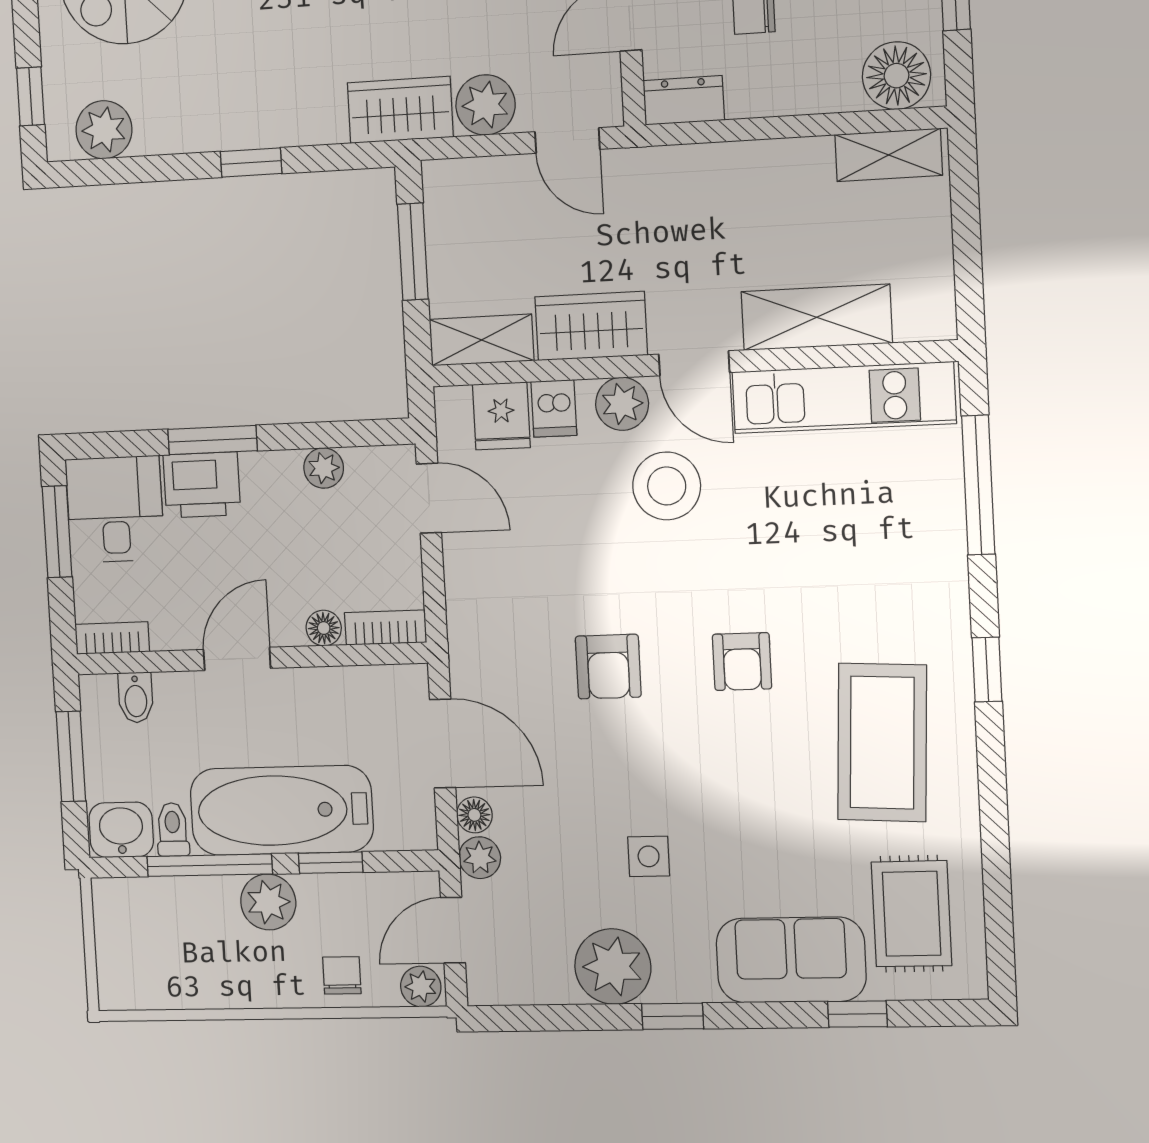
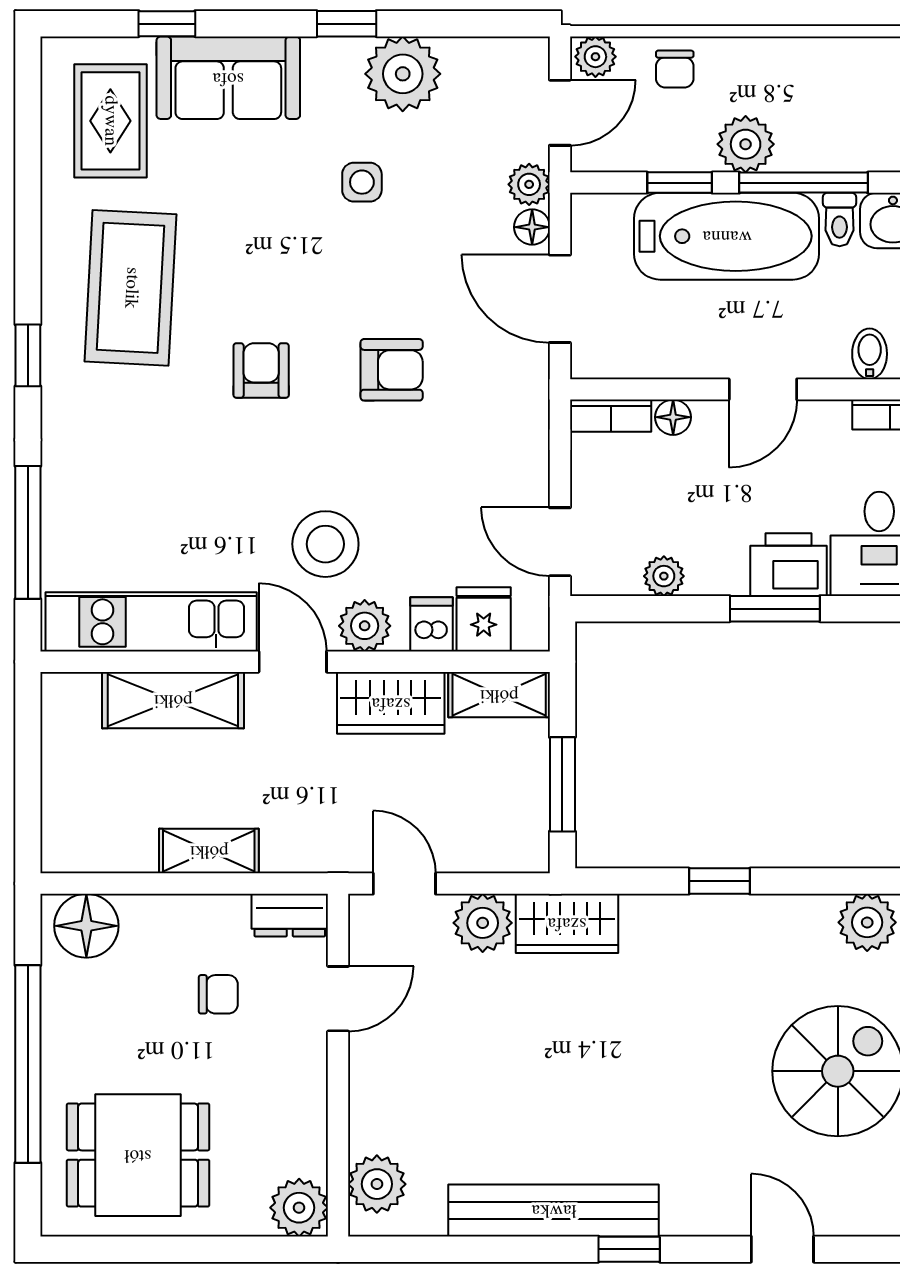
shelving: (889, 155) -> (209, 851), moved
armchair: (608, 667) -> (392, 370), turned 90

